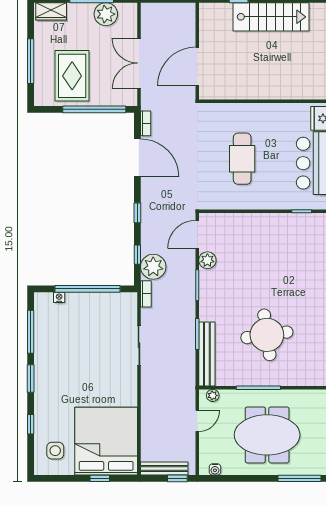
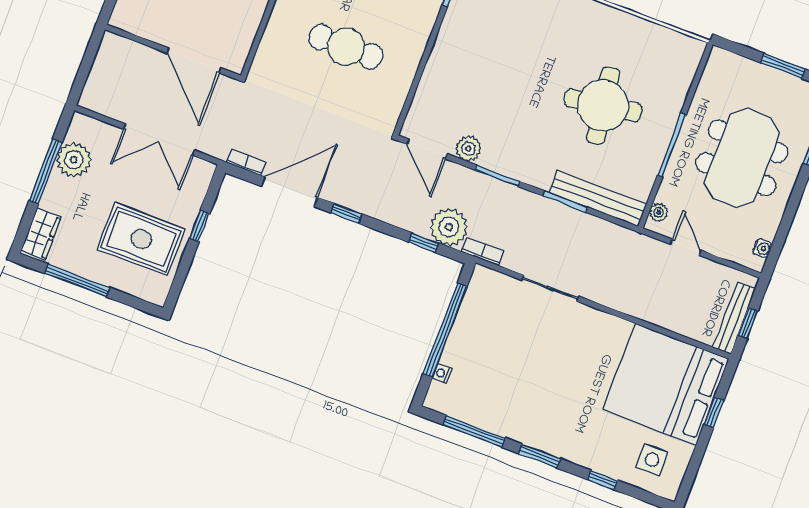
window: (31, 61) -> (77, 280), moved
window: (94, 109) -> (200, 226), width x0.32
window: (137, 213) -> (346, 213), moved
window: (177, 478) -> (748, 323), moved

